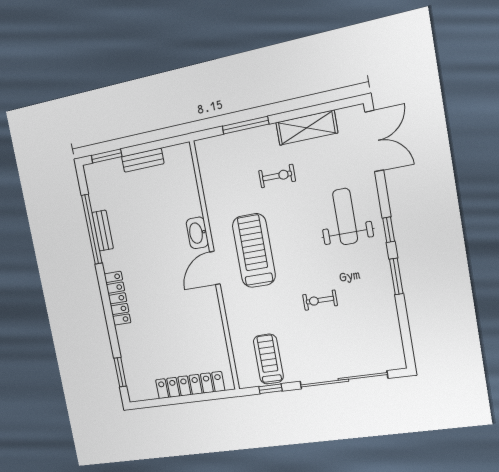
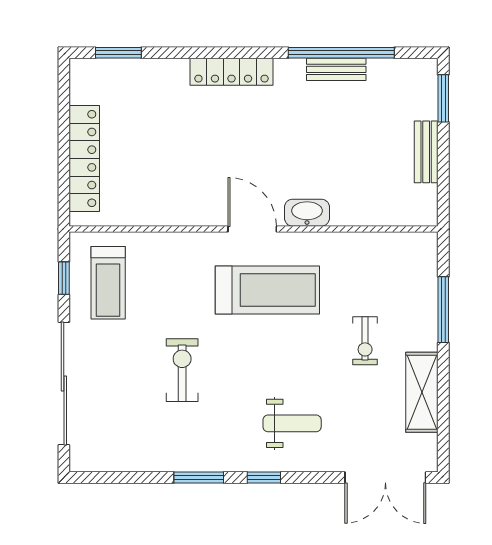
weight bench: (345, 217) -> (292, 423), width x0.73, depth x0.75
exercise bike: (320, 300) -> (182, 370), width x1.38, depth x1.39
treadmill: (268, 359) -> (108, 283), turned 90

